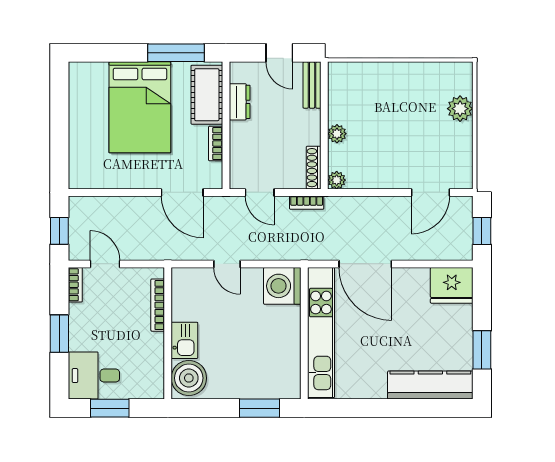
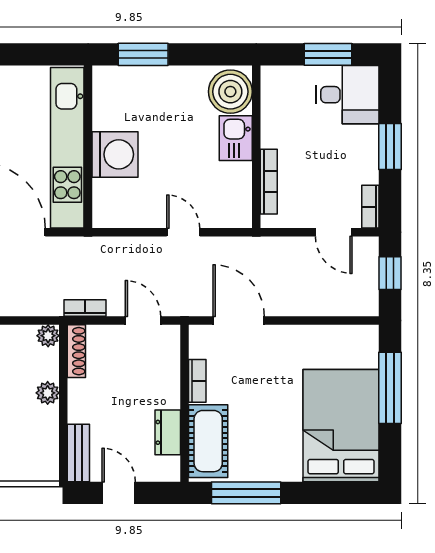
bed: (140, 107) -> (341, 426), moved
window: (59, 138) -> (390, 388), added
washing machine: (282, 286) -> (115, 154), moved

